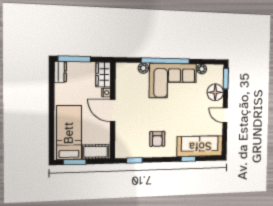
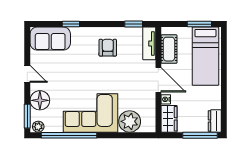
window: (165, 61) -> (69, 135), moved
plant: (143, 68) -> (130, 121), width x1.88, depth x1.88
plant: (202, 69) -> (38, 127), moved
tv unit: (121, 143) -> (149, 43), added
sofa: (200, 146) -> (50, 39), width x0.73
cot: (96, 152) -> (169, 49), moved, turned 90

